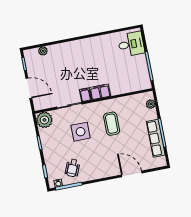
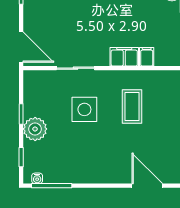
door: (29, 88) -> (21, 47), moved
filing cabinet: (85, 95) -> (147, 57), moved
plant: (44, 120) -> (35, 129), moved
wheelchair: (73, 168) -> (62, 160), removed

